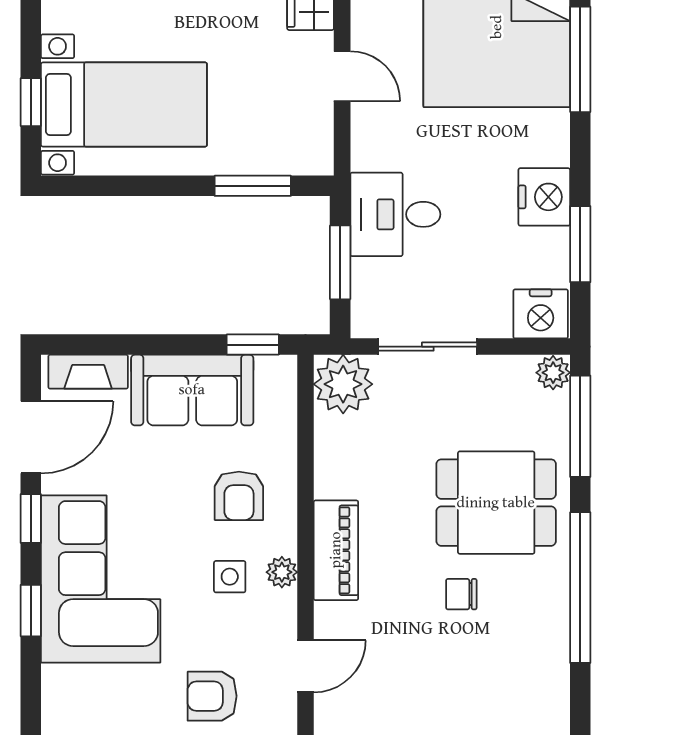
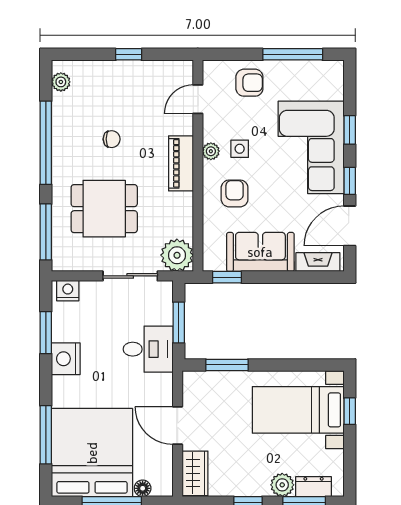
door: (342, 76) -> (178, 426), width x1.38
nightstand: (541, 314) -> (68, 291), width x0.74, depth x0.75
plant: (553, 373) -> (61, 82), moved
dining table: (496, 503) -> (104, 209), moved

